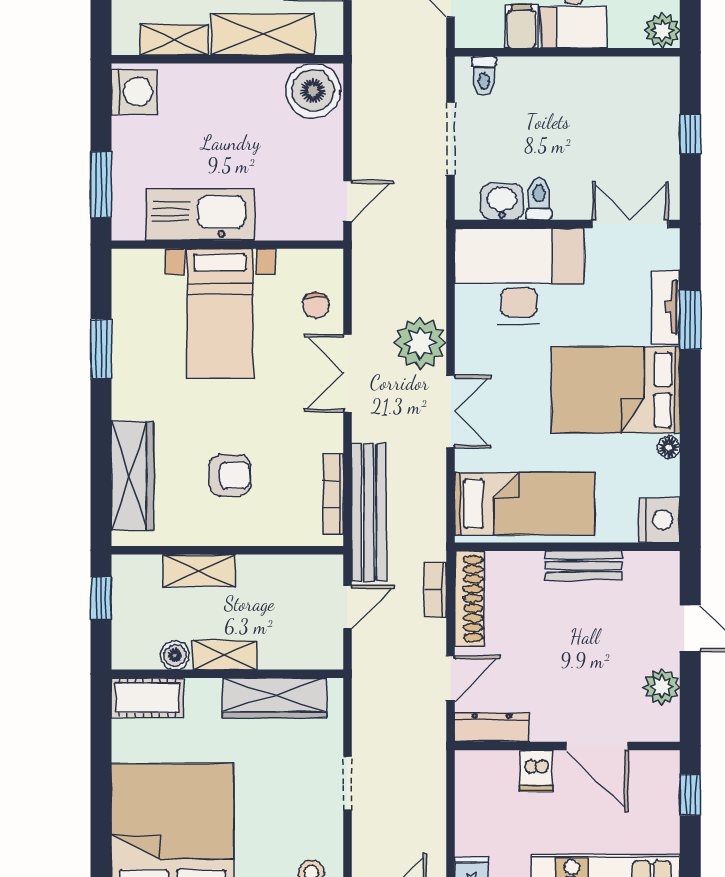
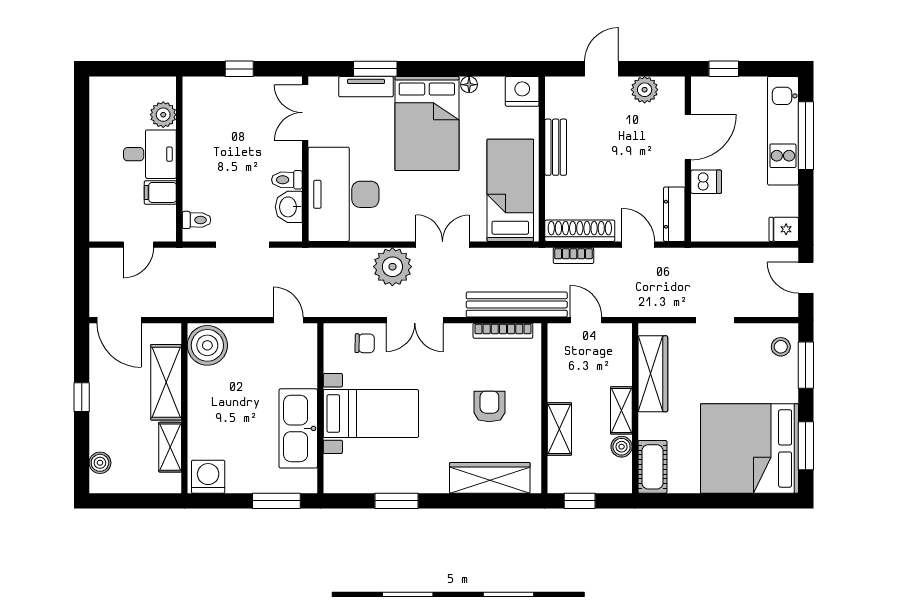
plant: (662, 30) -> (163, 115), moved

